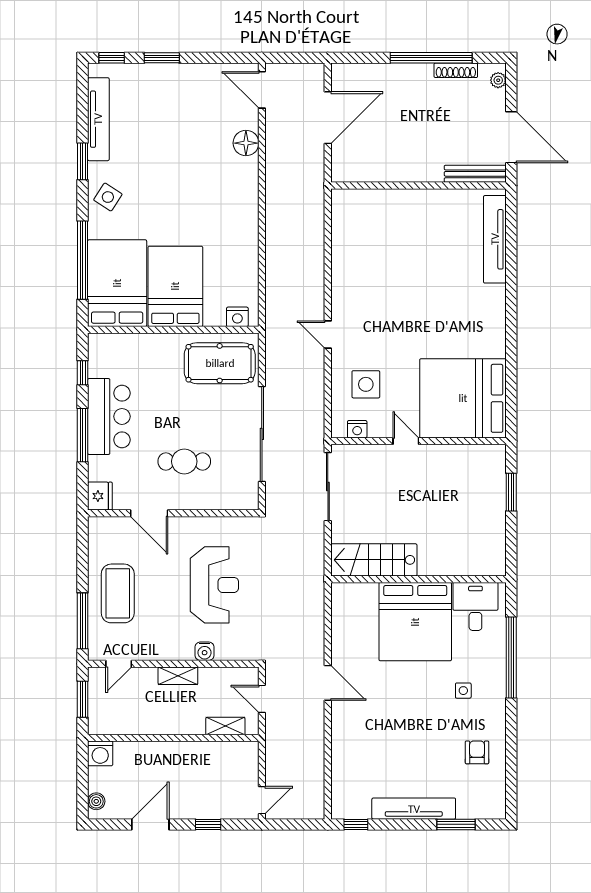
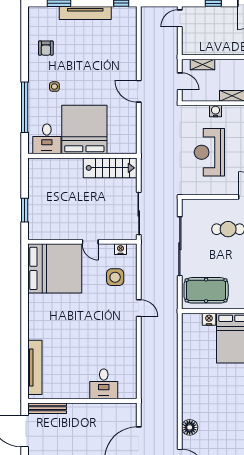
desk: (384, 213) -> (104, 384), added
nightstand: (237, 317) -> (209, 319), moved

